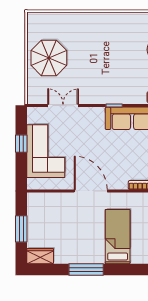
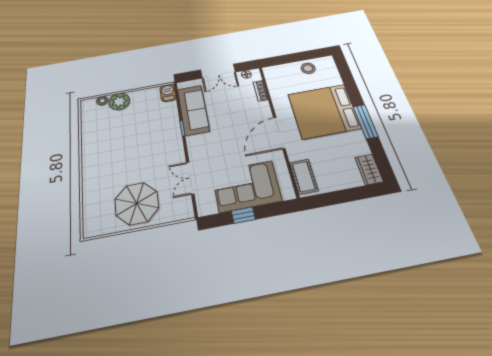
cot: (45, 201) -> (304, 177), added
window: (21, 229) -> (345, 196), removed
bed: (118, 237) -> (324, 111), width x2.04

